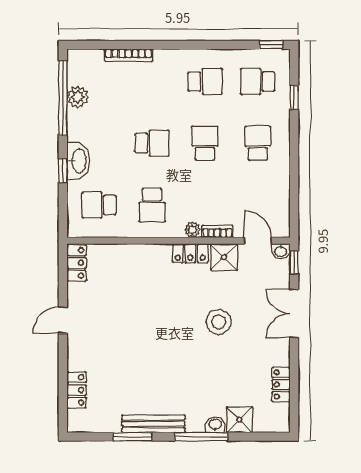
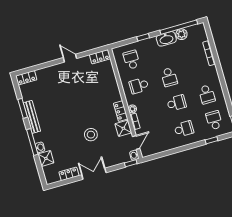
washbasin: (78, 161) -> (166, 39), moved
double door: (294, 313) -> (94, 174), moved
locker: (77, 390) -> (26, 78), moved

